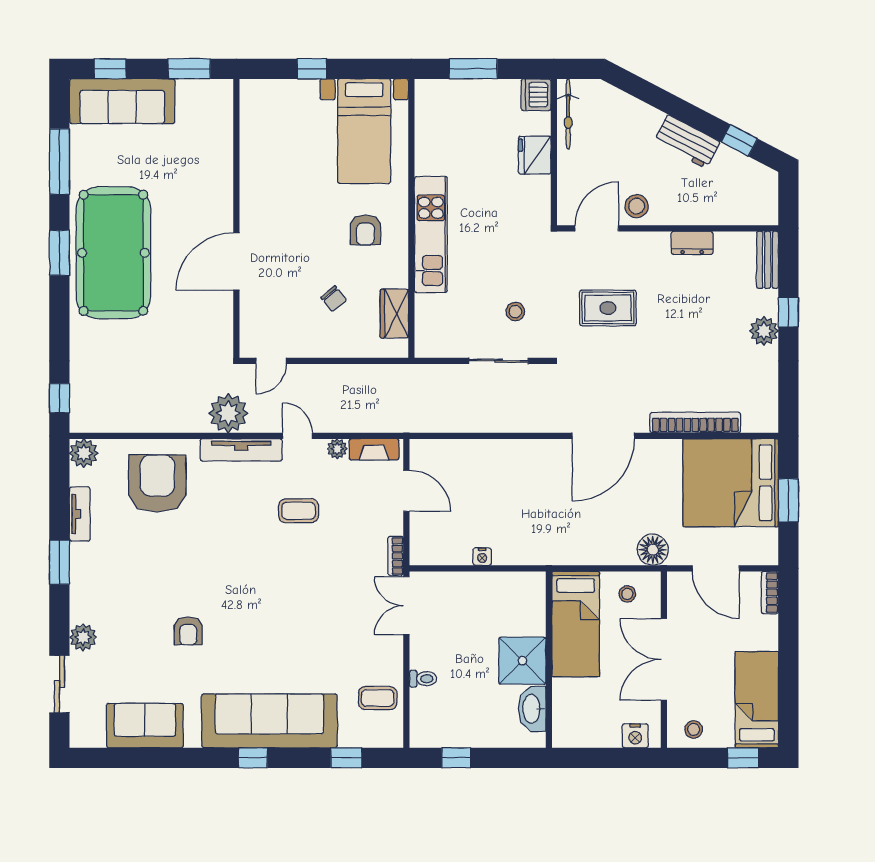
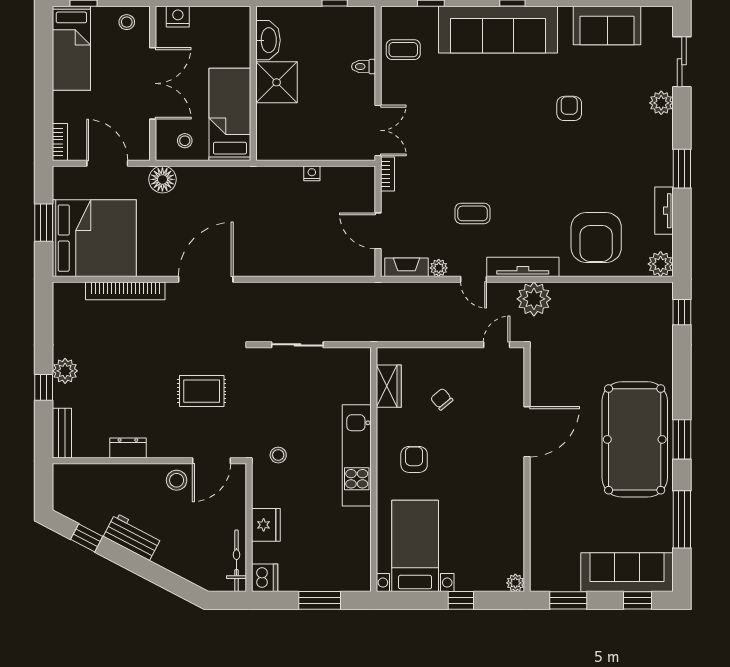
plant: (250, 89) -> (515, 583), added
stool: (515, 312) -> (278, 455), moved

